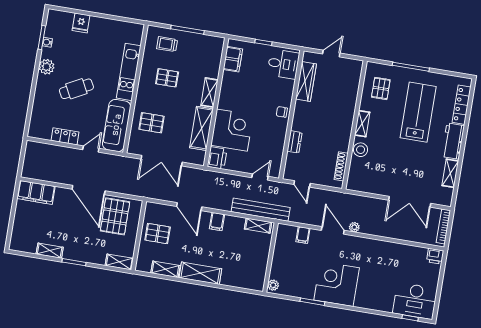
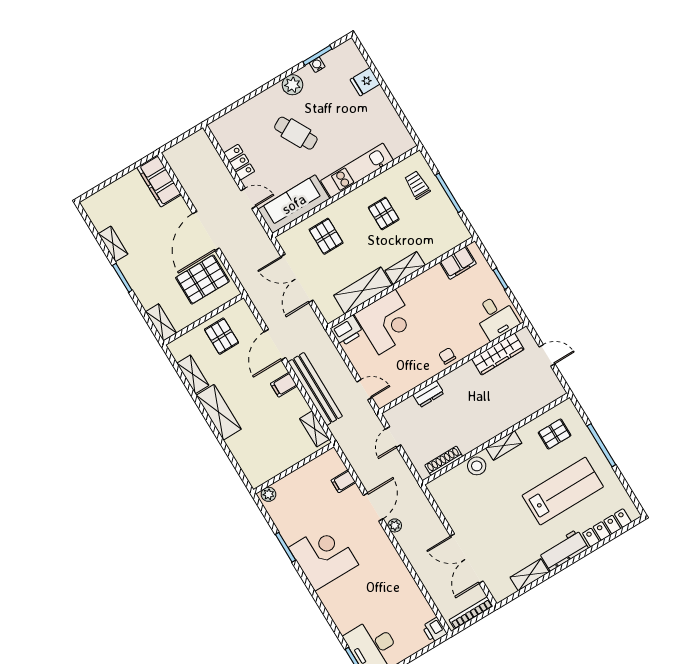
bench: (261, 210) -> (315, 389), moved

